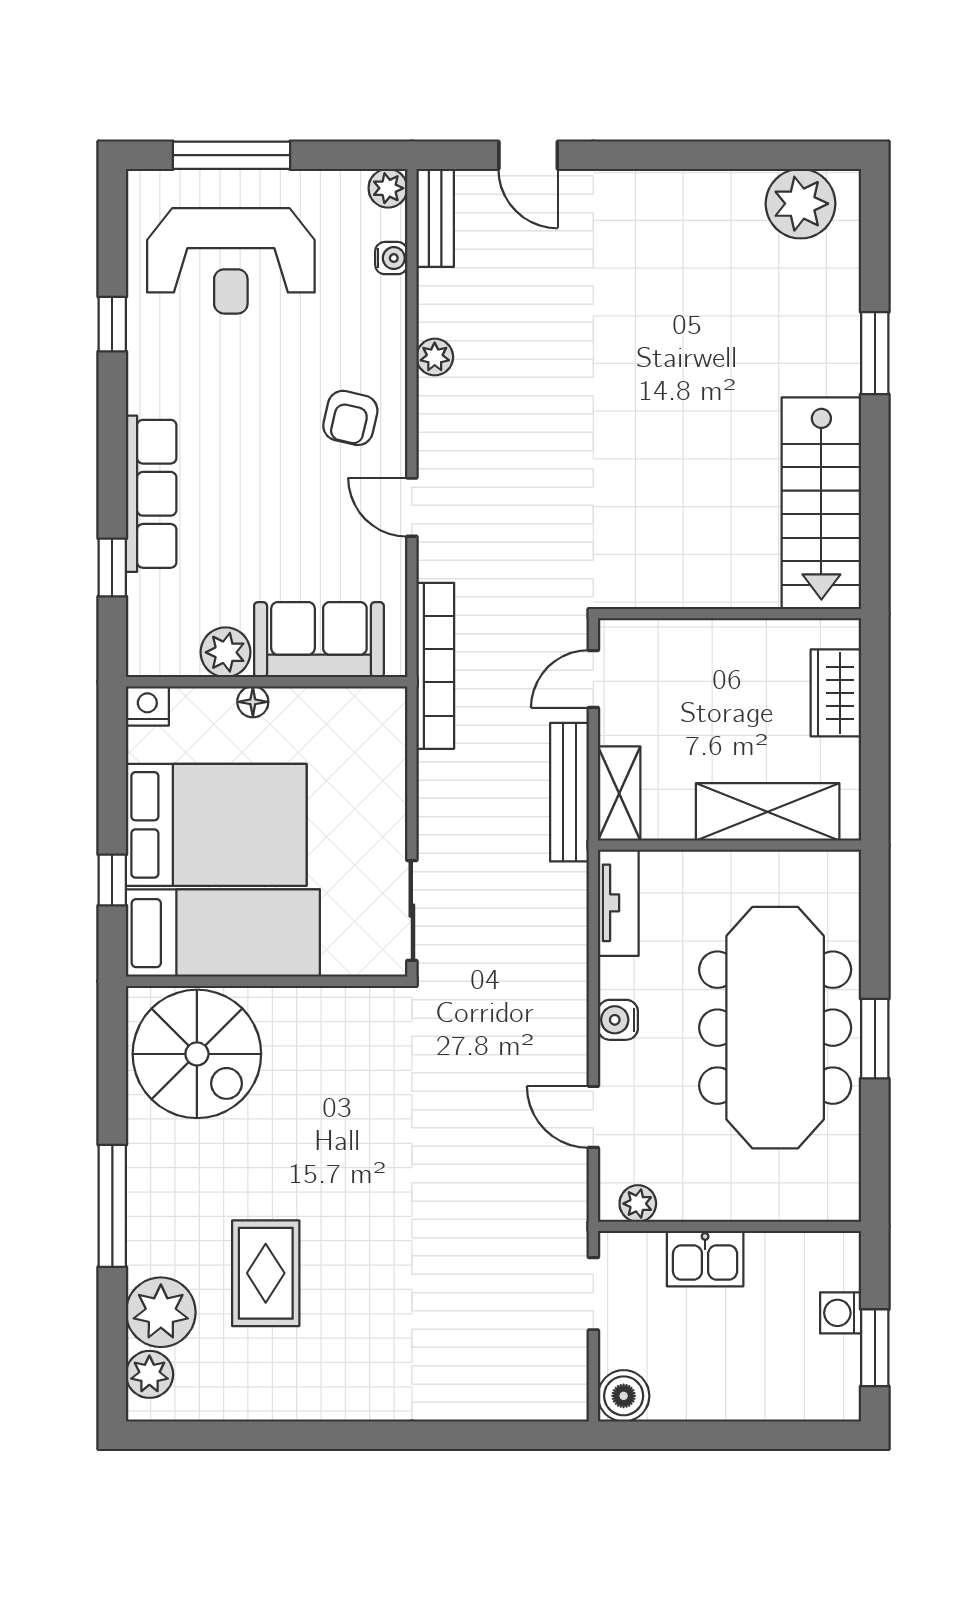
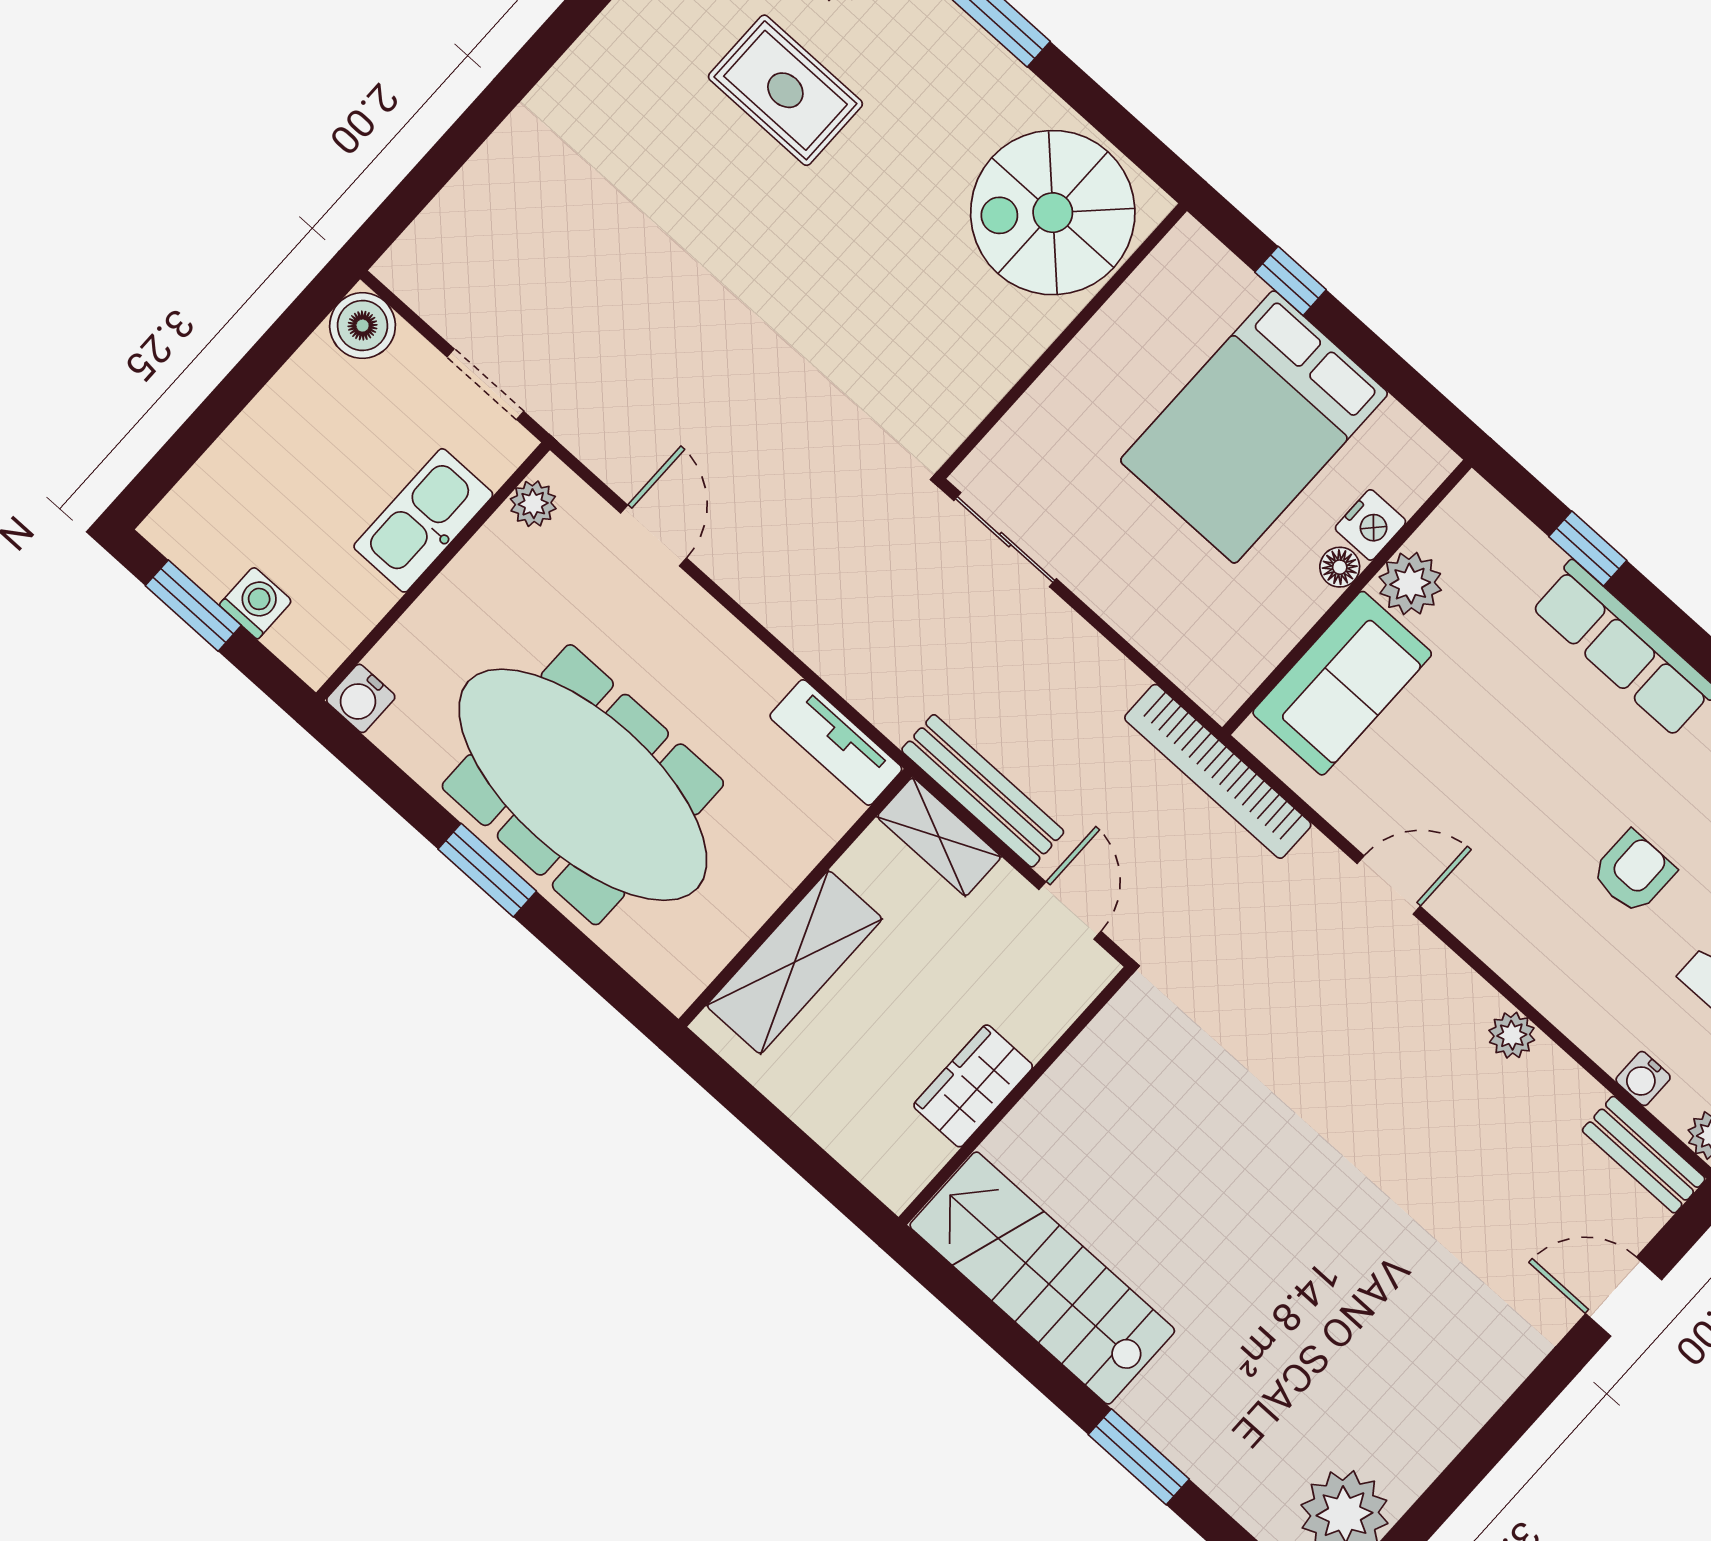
armchair: (350, 418) -> (1633, 872), moved, turned 77
wardrobe: (836, 693) -> (973, 1086), moved, turned -90
nightstand: (147, 706) -> (1370, 525), moved
bed: (223, 933) -> (1145, 341), removed
water cooler: (618, 1020) -> (361, 698), moved, turned 180
door: (593, 1117) -> (654, 536), hinge flipped
kitchen sink: (705, 1259) -> (423, 520), width x1.38

